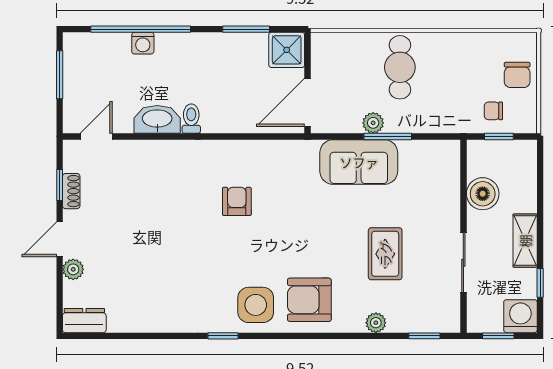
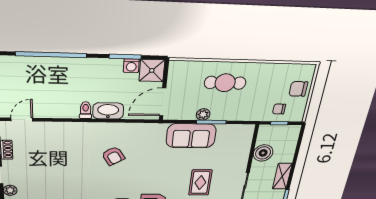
washing machine: (143, 43) -> (131, 66), moved
cafe table: (400, 67) -> (225, 83), turned 90
chair: (517, 75) -> (298, 89), turned 90
washbasin: (157, 119) -> (108, 111), moved
armchair: (237, 201) -> (113, 156), turned 149

